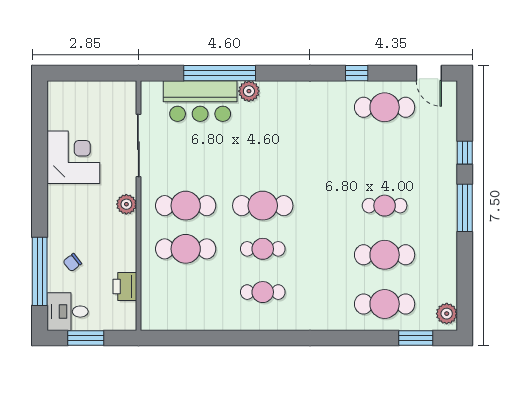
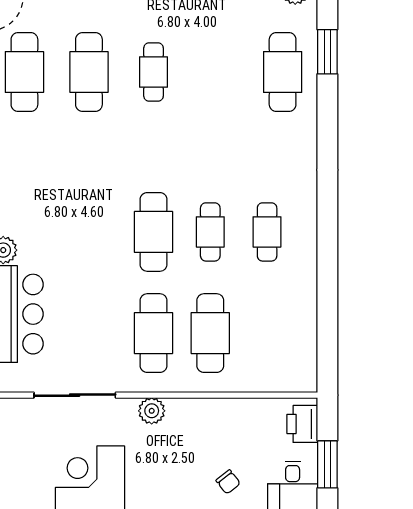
cafe table: (385, 255) -> (89, 72), moved
printer: (125, 287) -> (302, 424), moved, turned 90
window: (416, 338) -> (327, 52), moved

